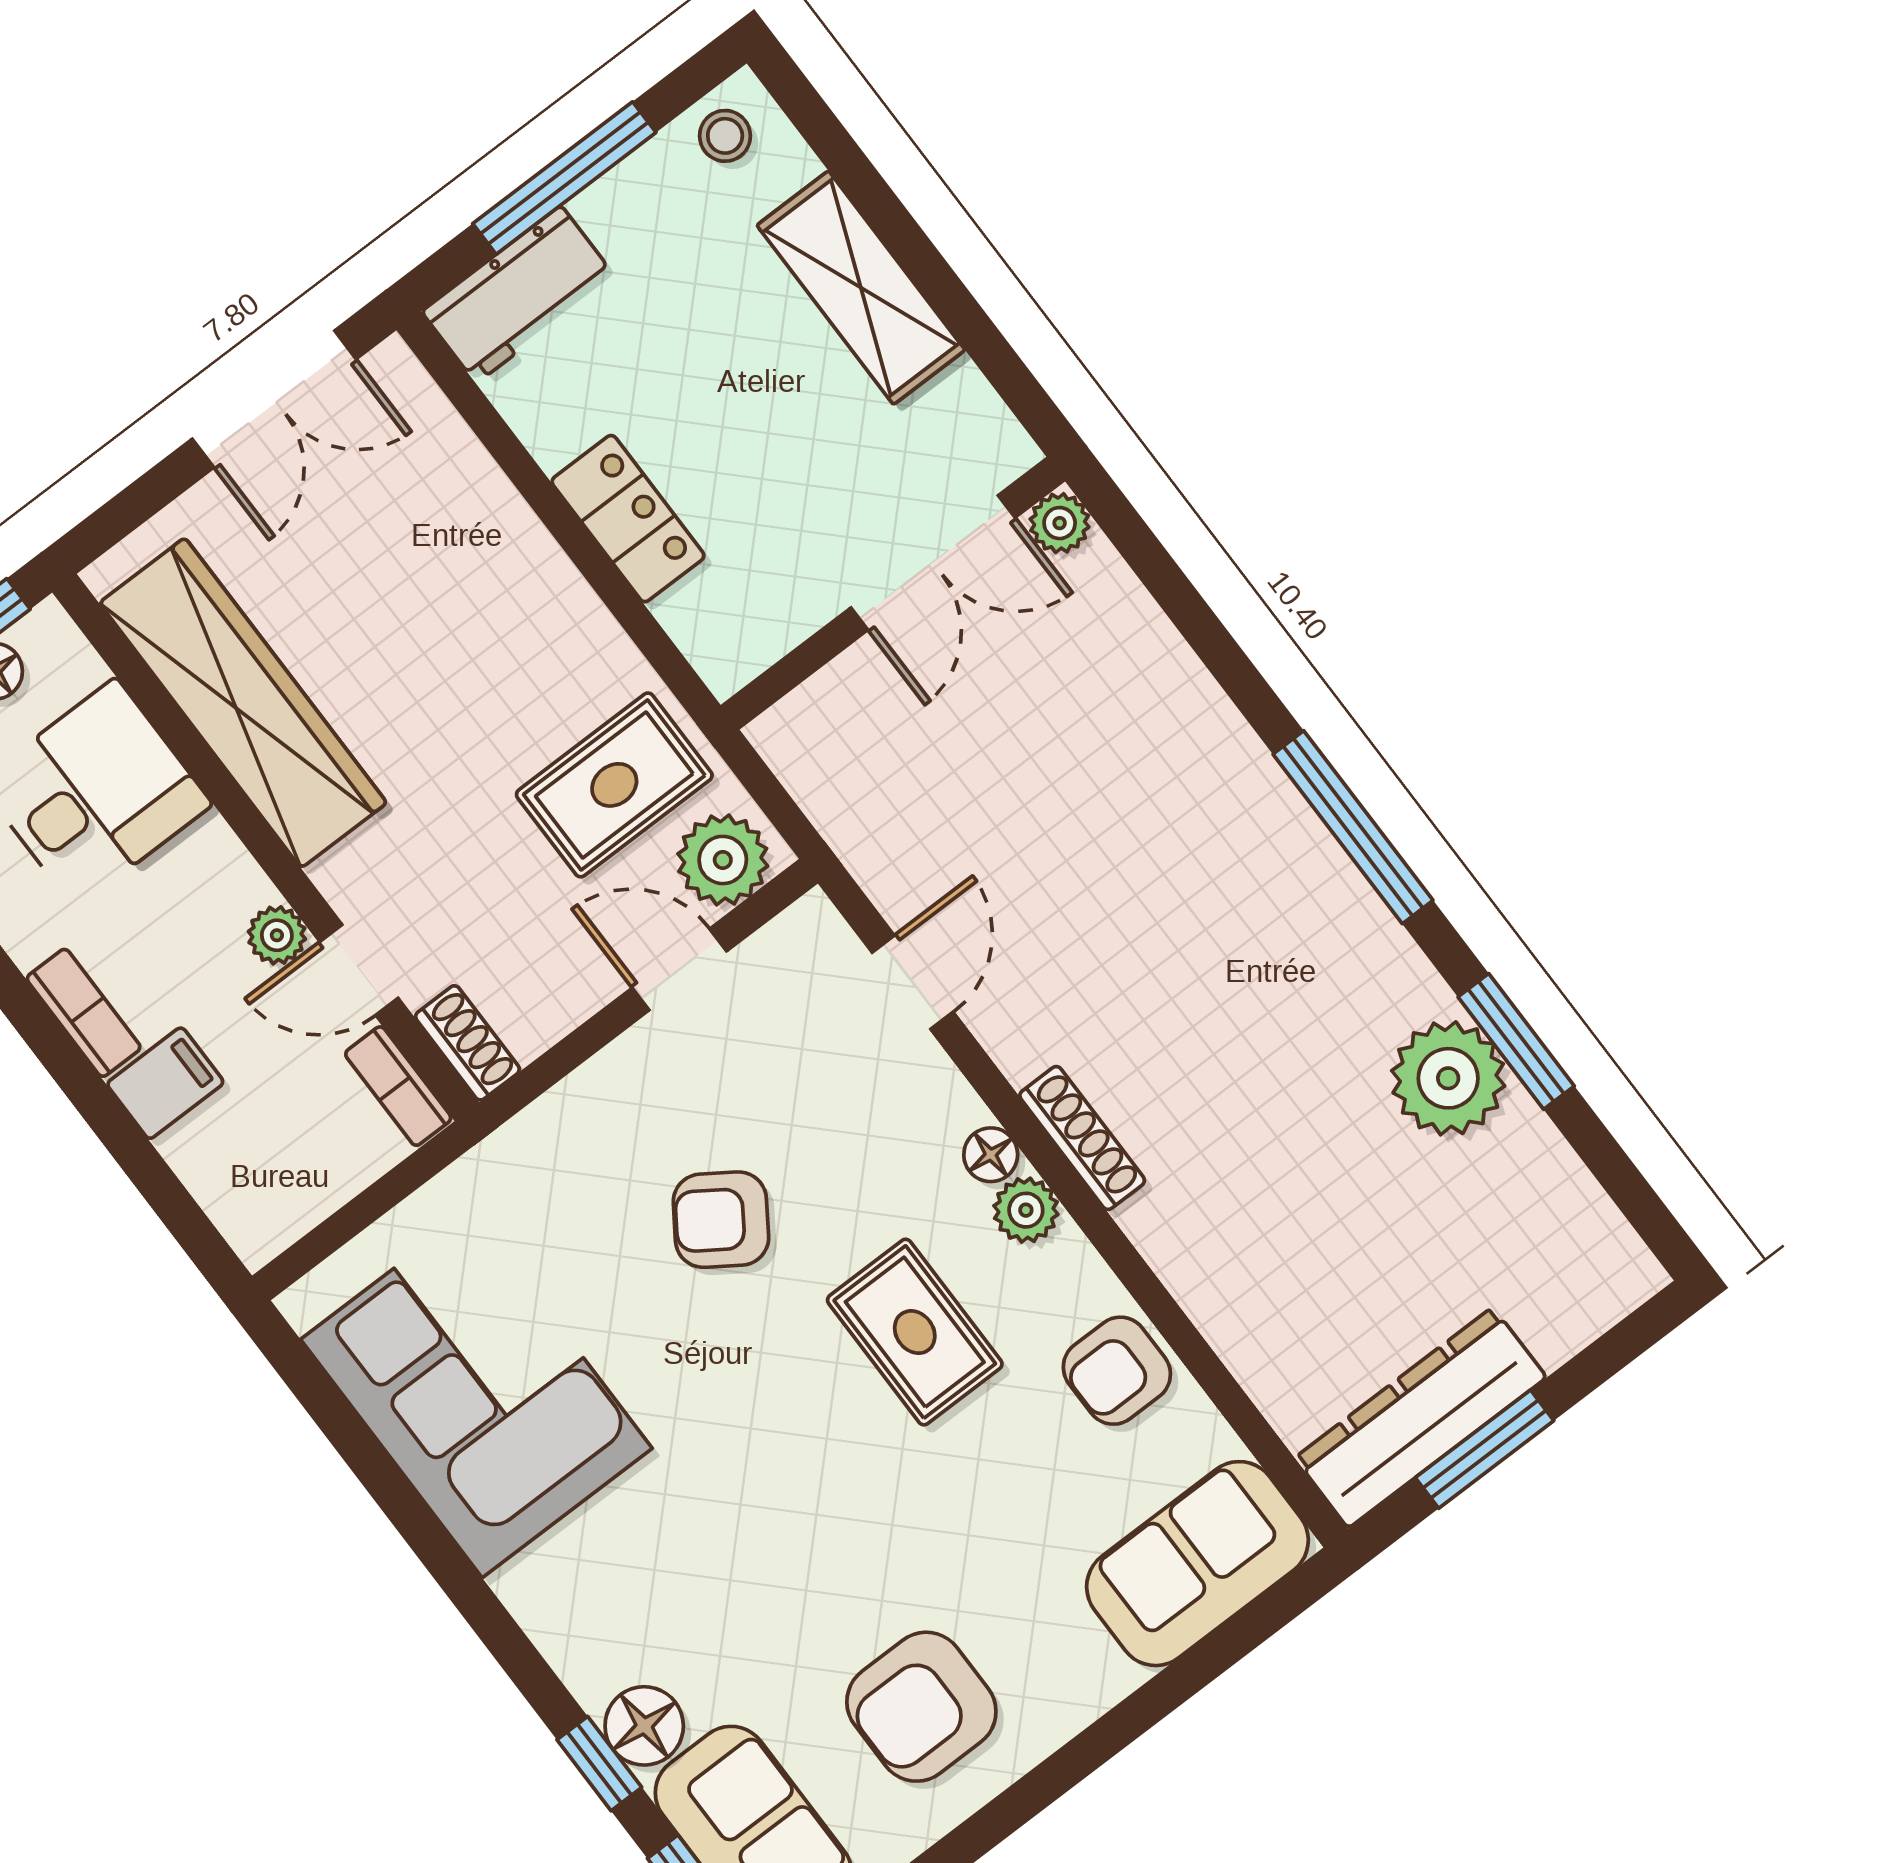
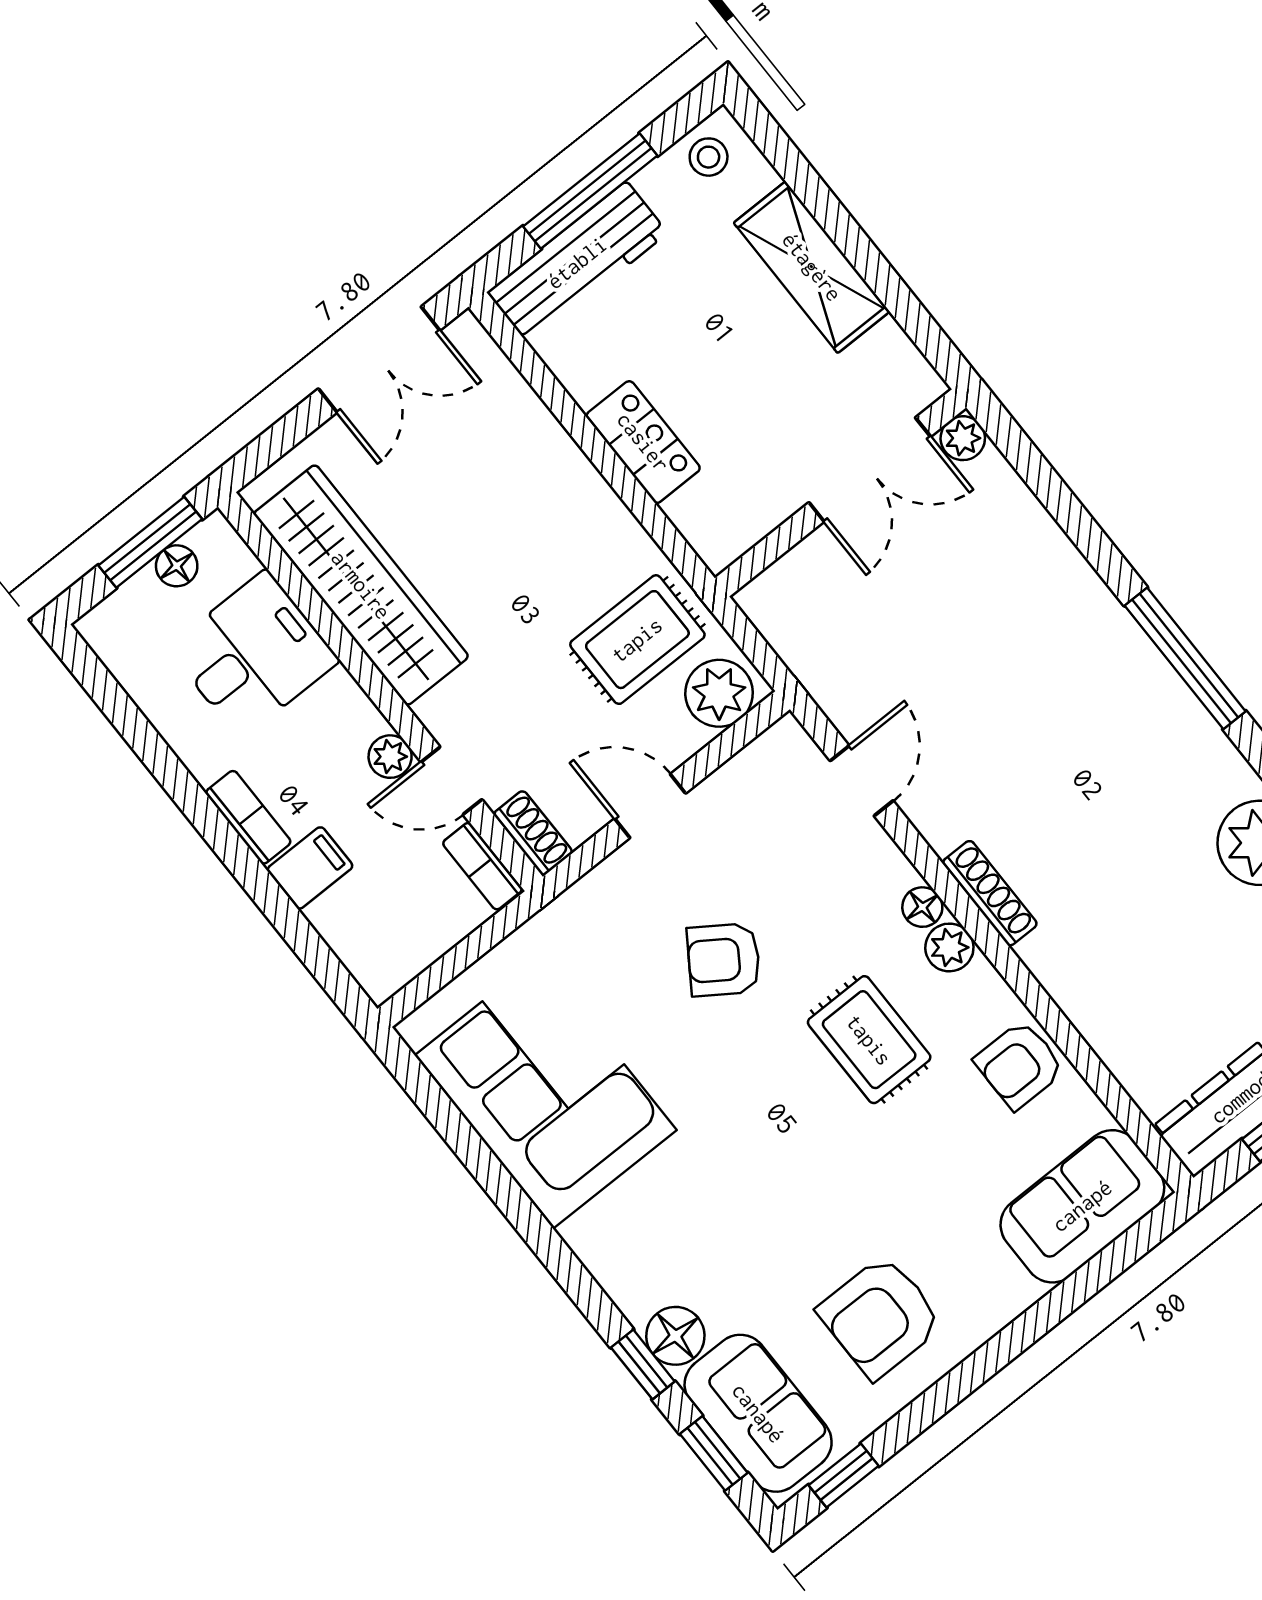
workbench: (519, 294) -> (577, 263), width x1.38
door: (679, 970) -> (650, 806), moved

